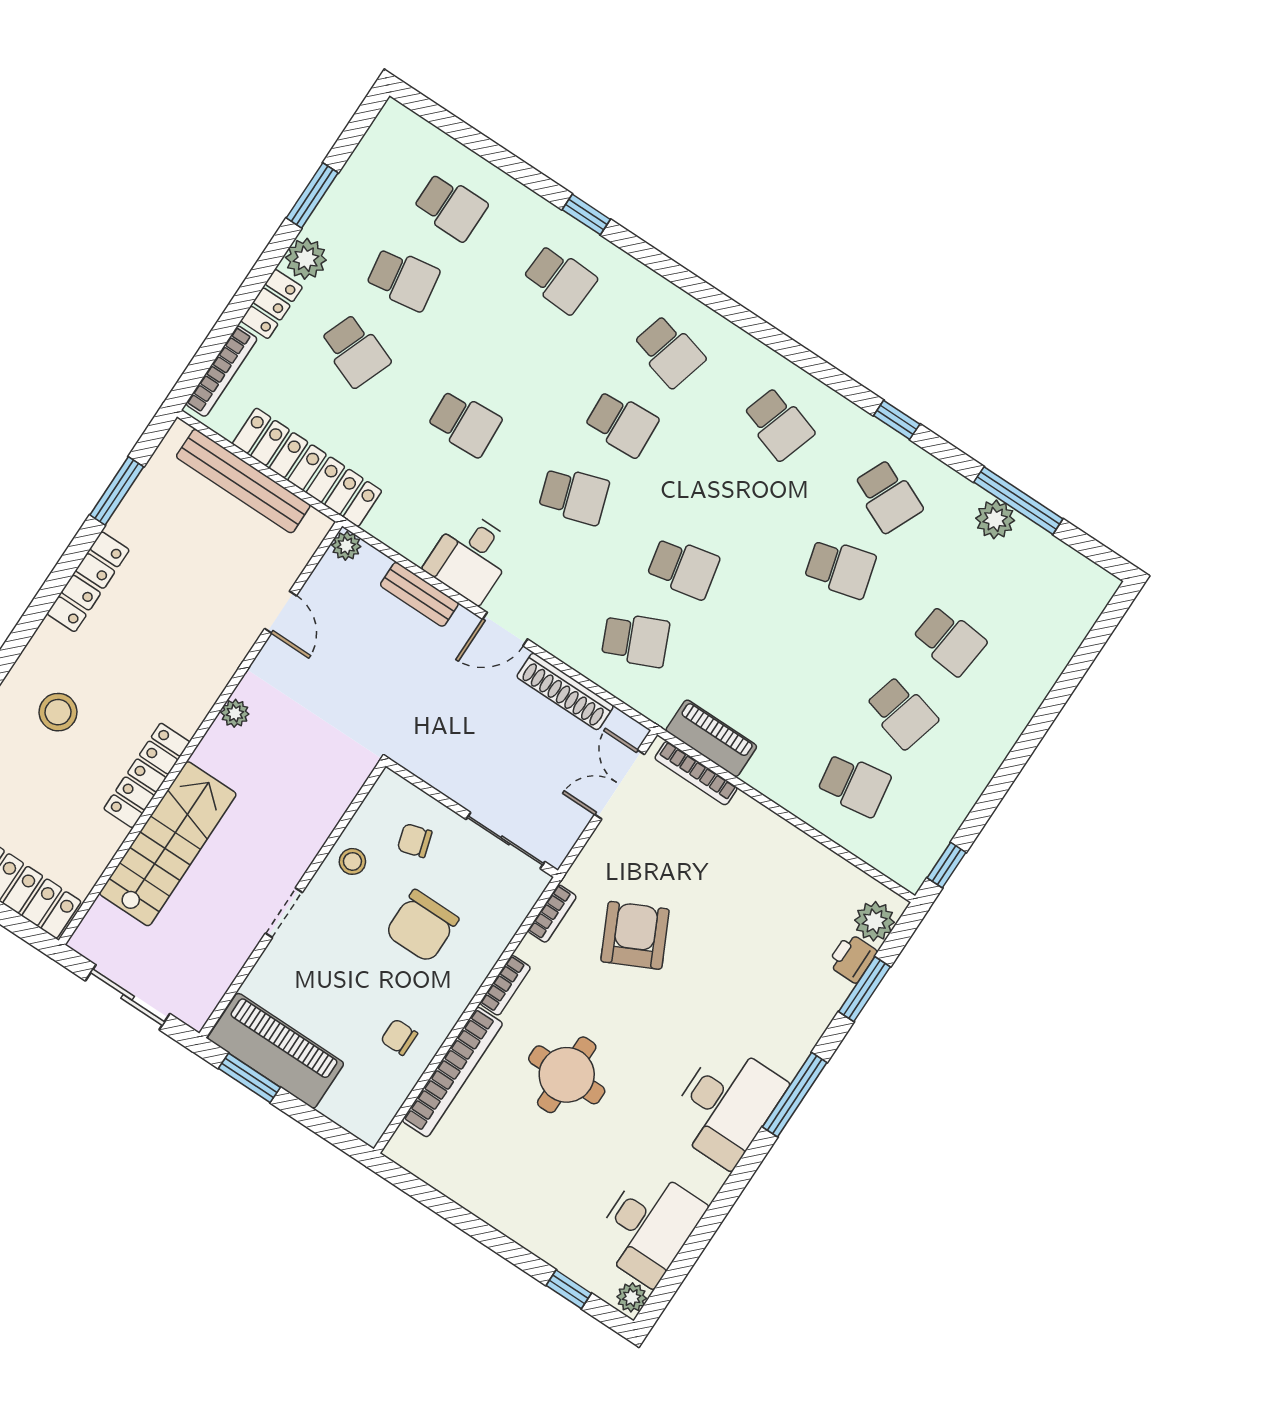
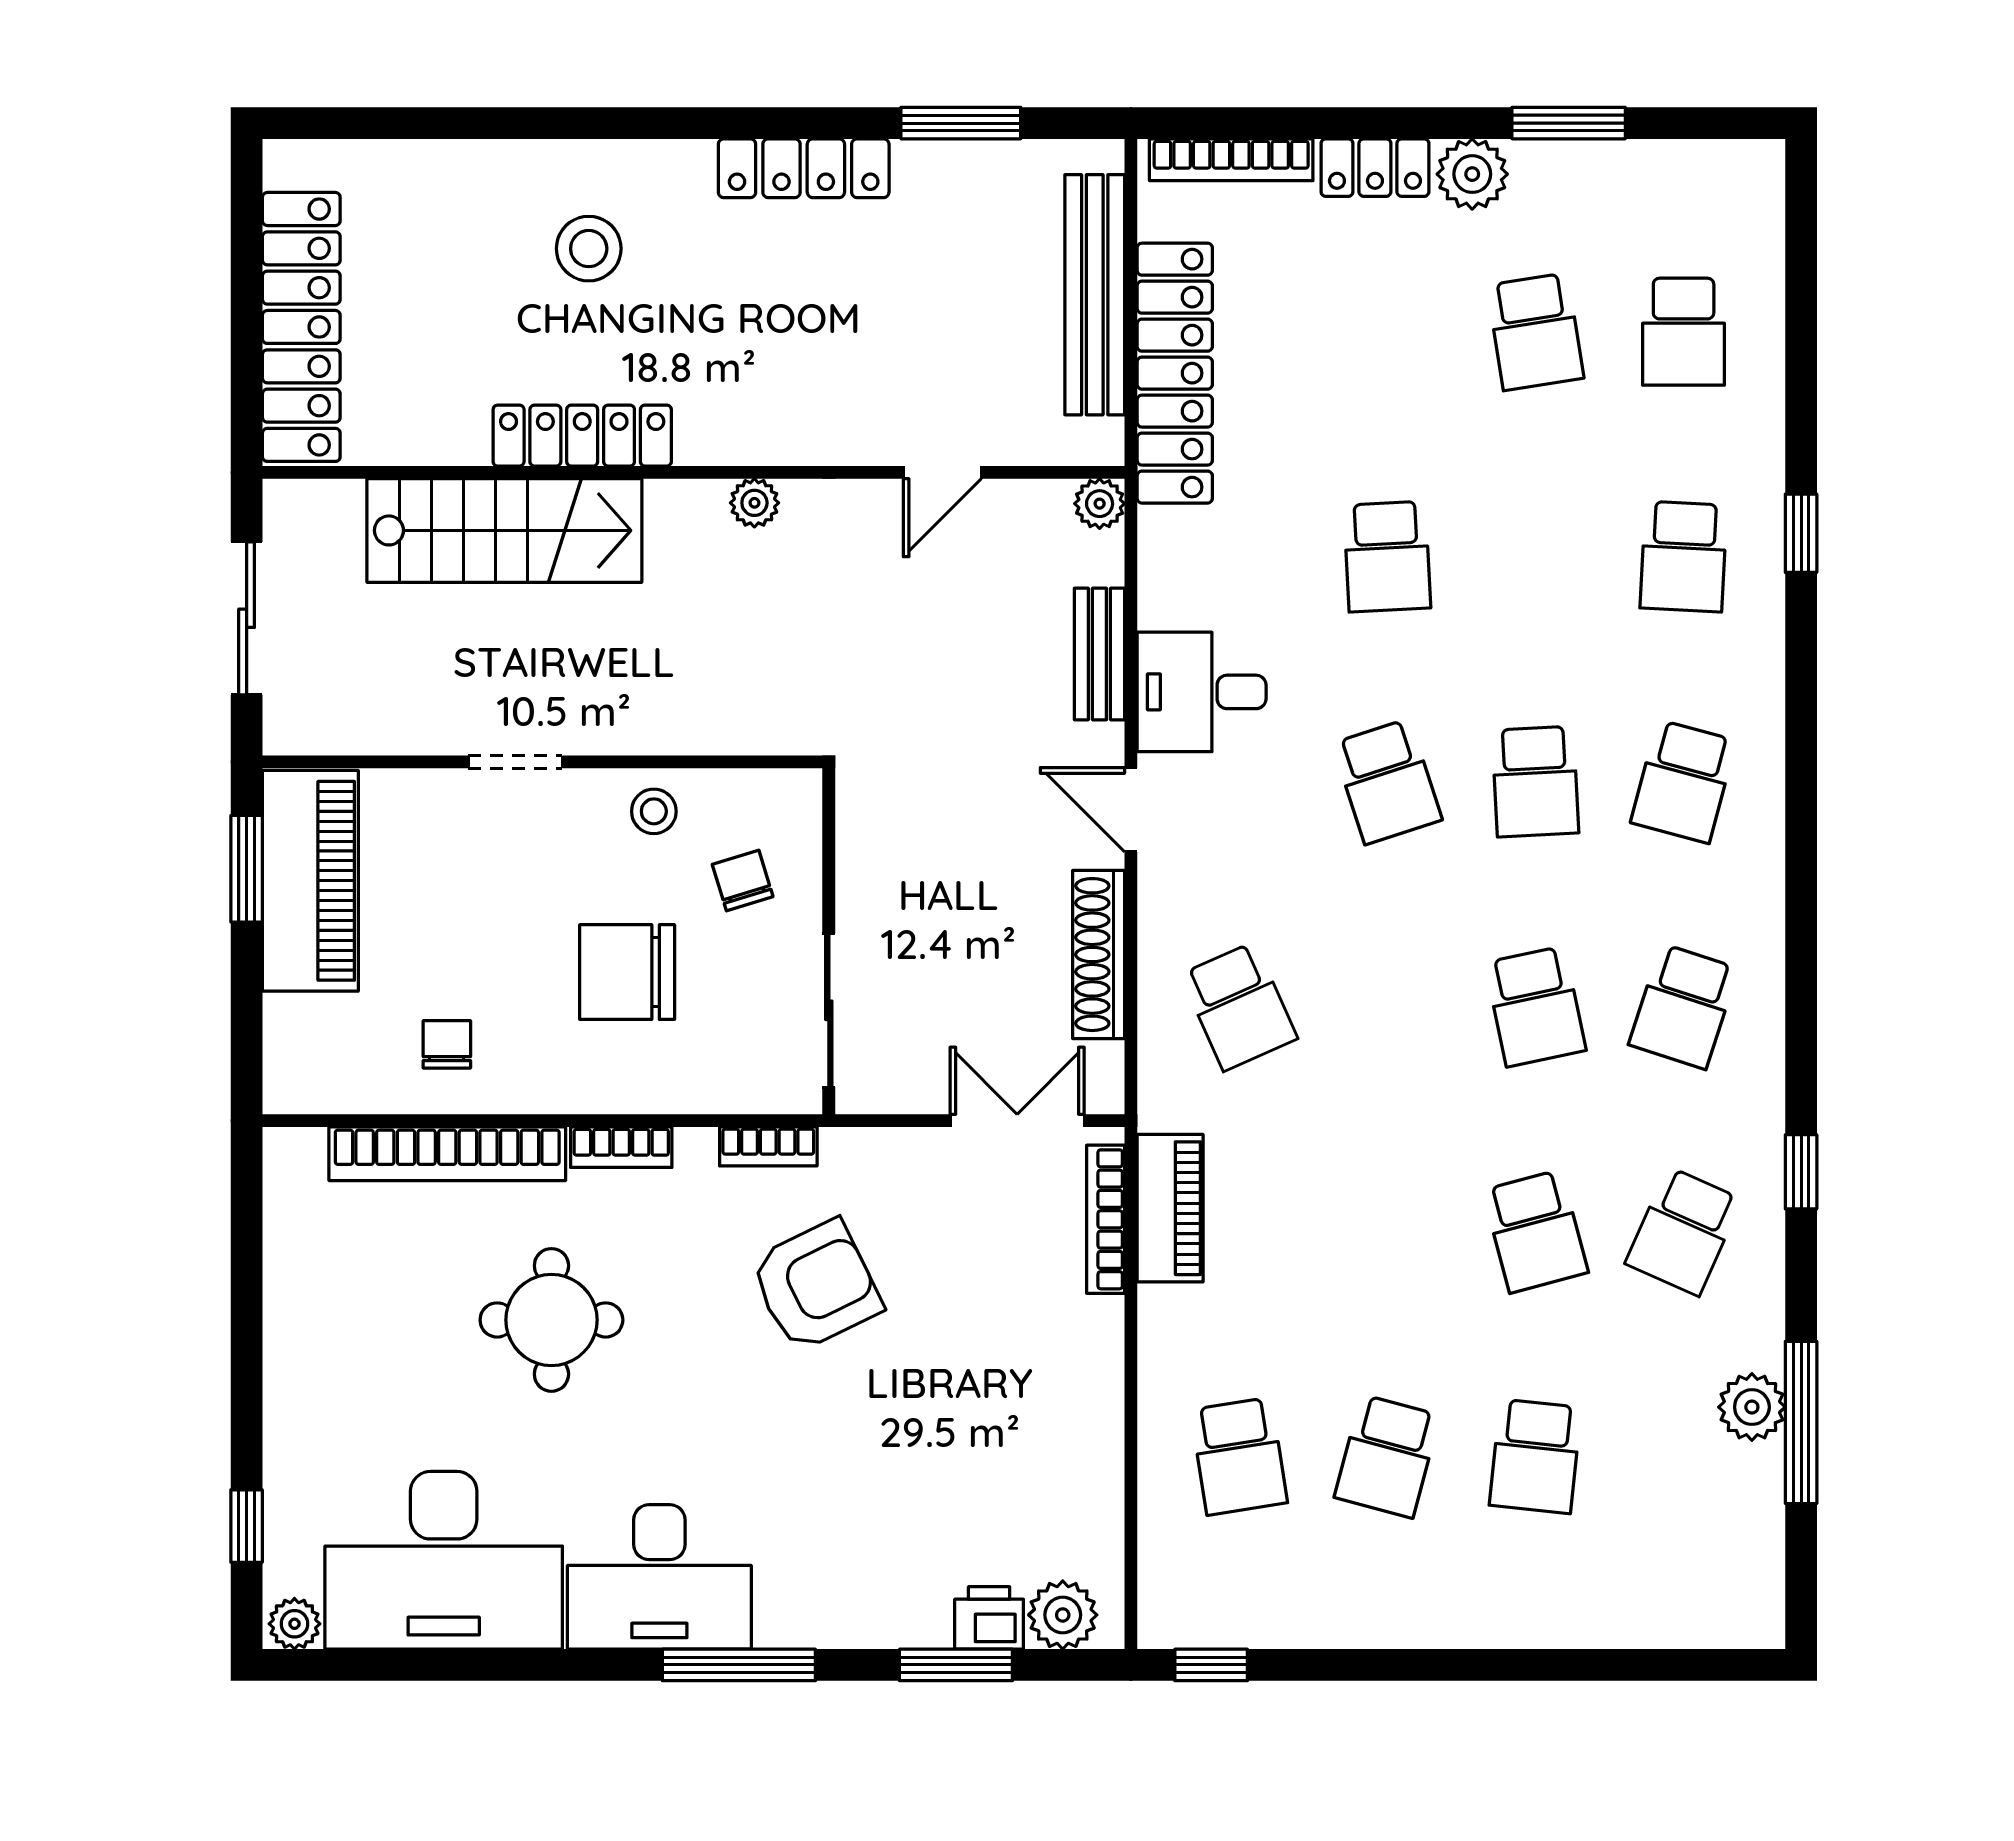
school desk: (355, 351) -> (1387, 332), removed
school desk: (683, 568) -> (1535, 1006), moved
desk: (649, 1227) -> (444, 1560), width x1.36, depth x1.30

